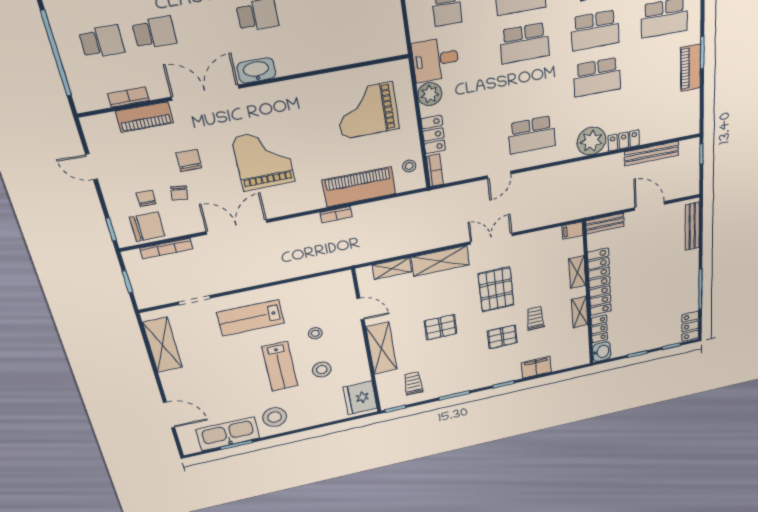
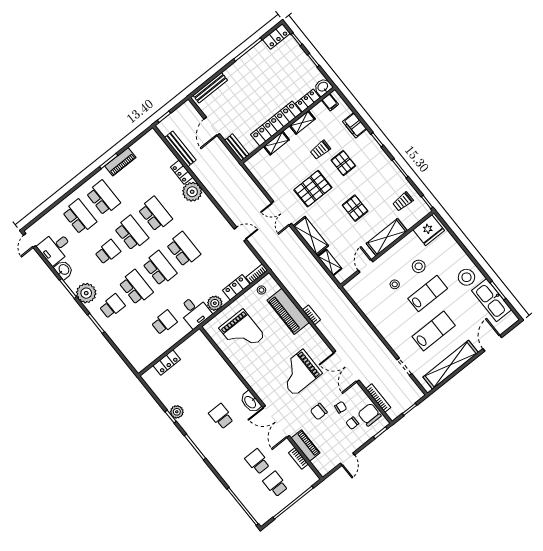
school desk: (532, 135) -> (183, 249), moved
filing cabinet: (573, 231) -> (330, 102), moved
lab bench: (251, 318) -> (434, 331), moved, turned -90
shelving: (162, 345) -> (451, 365), width x1.47

